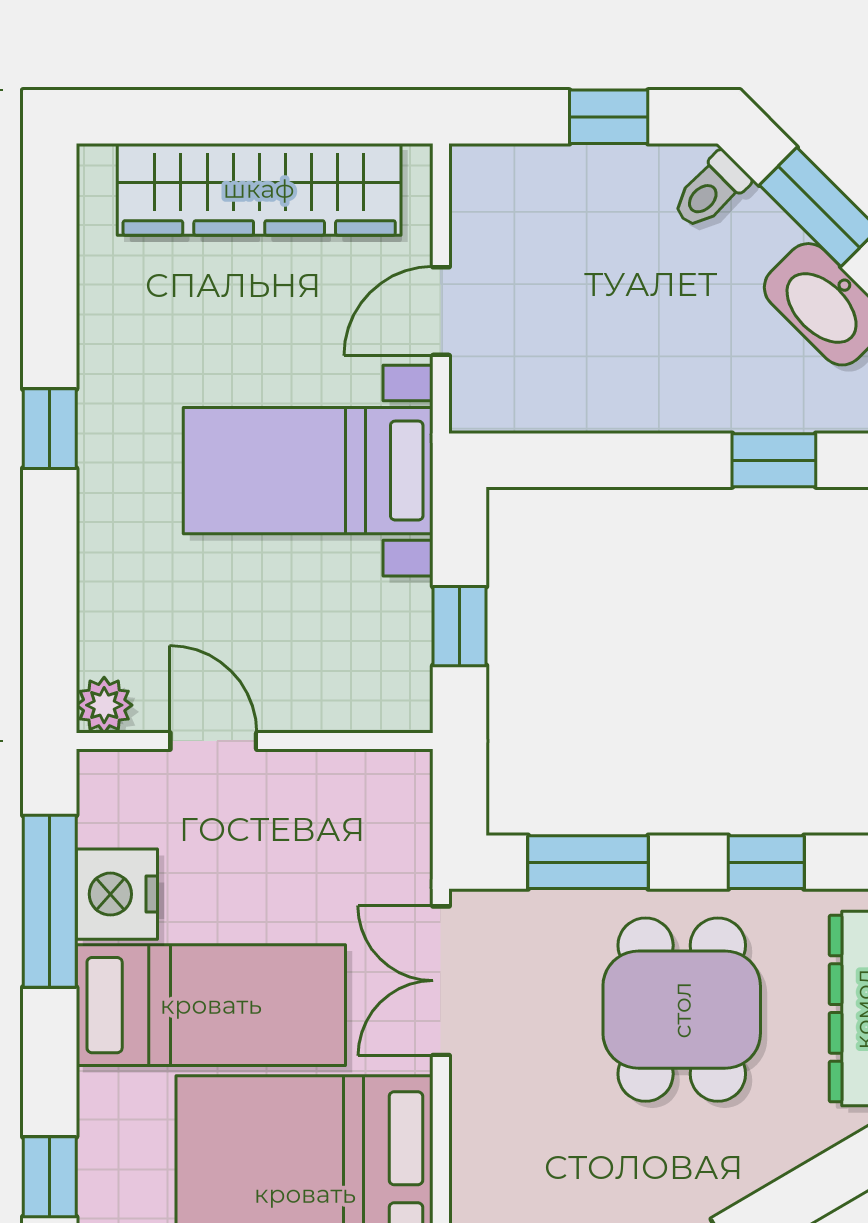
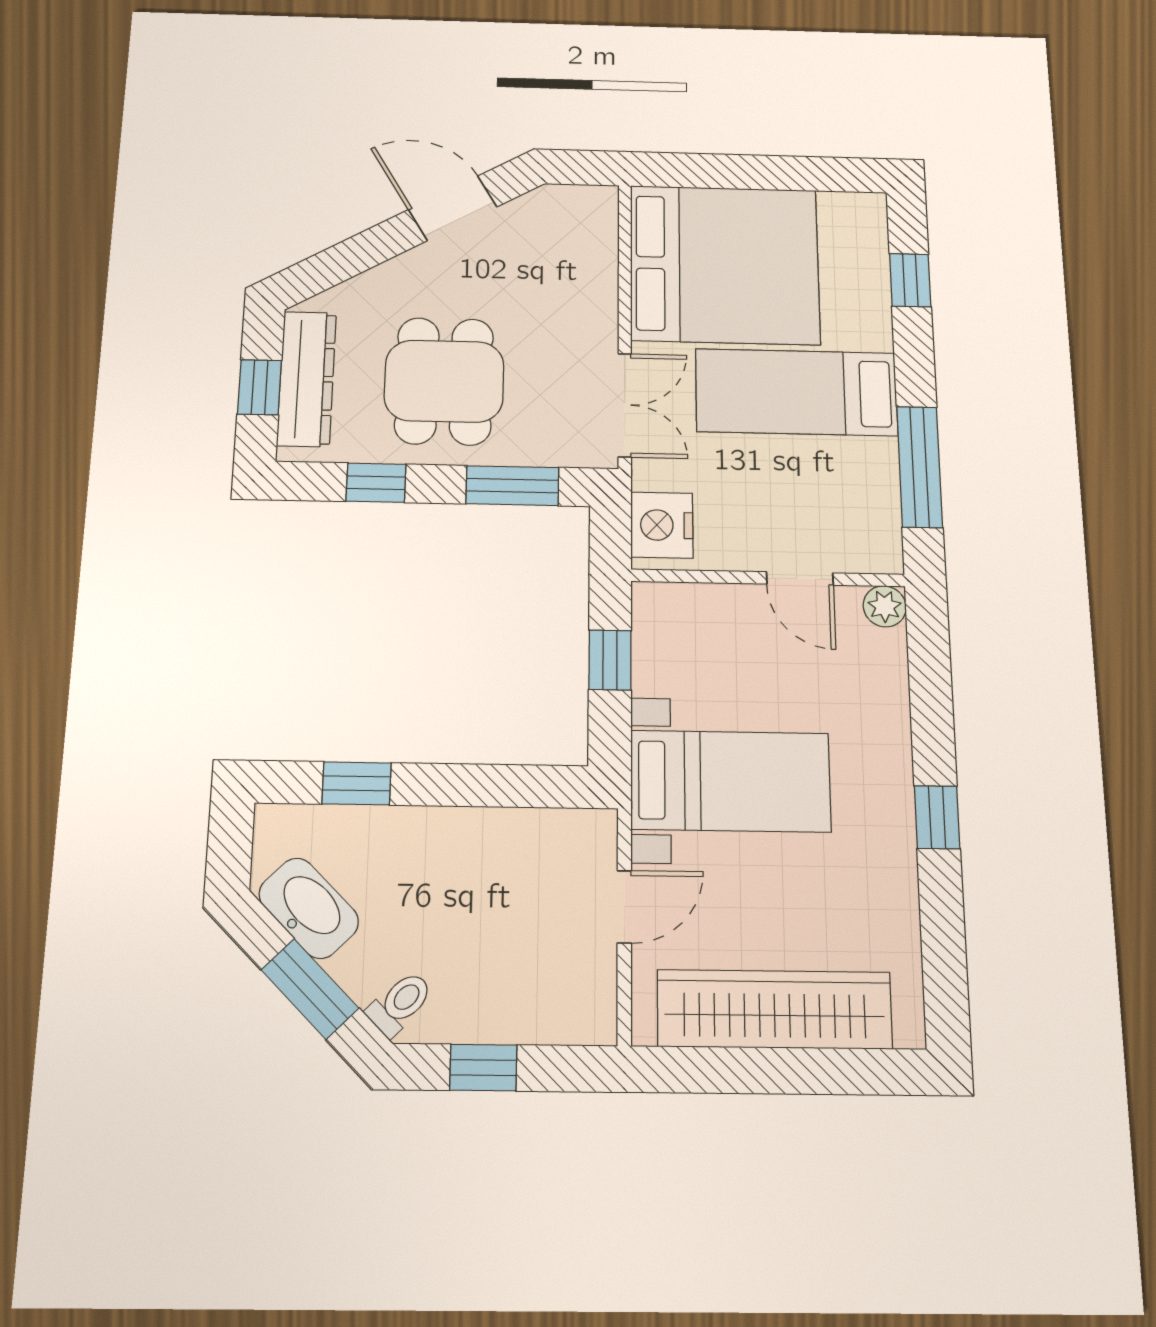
nightstand: (117, 894) -> (662, 525), moved, turned 180

